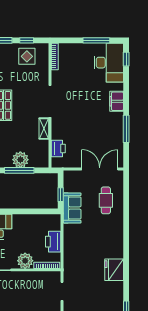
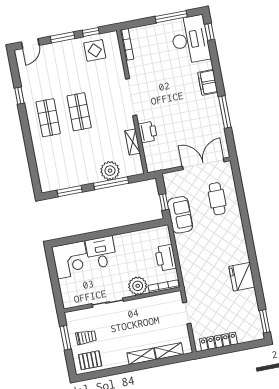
shelving: (44, 129) -> (132, 142), moved
printer: (58, 148) -> (148, 132), moved

